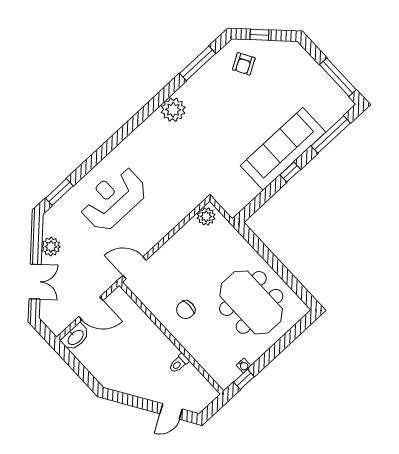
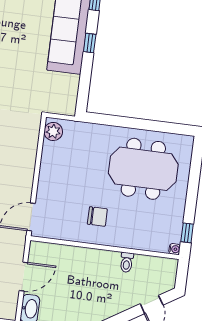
chair: (186, 310) -> (97, 217), turned -90
water cooler: (244, 366) -> (175, 249), moved

